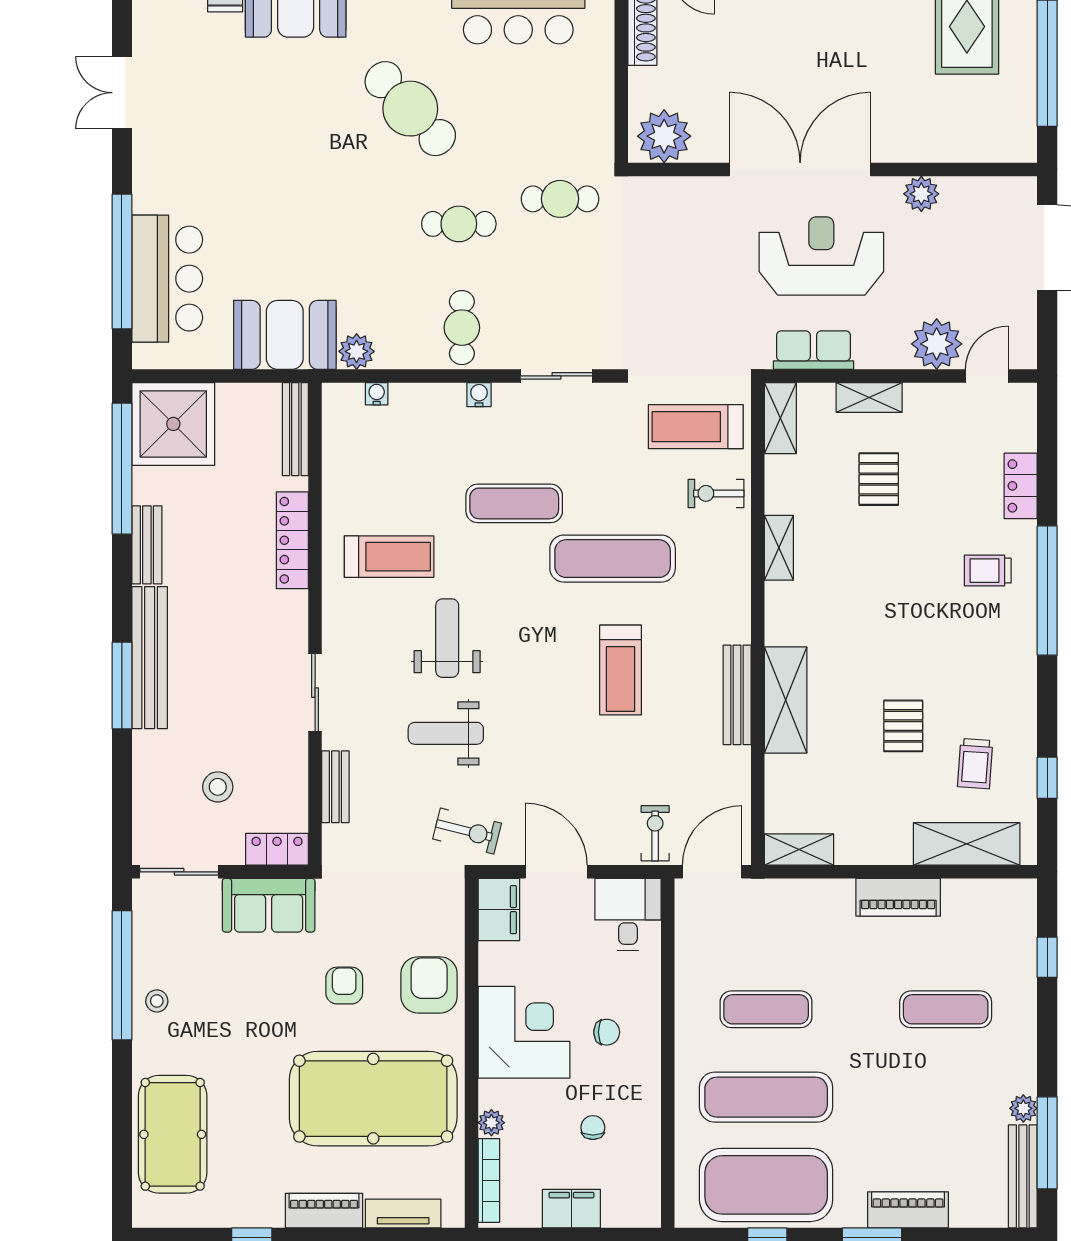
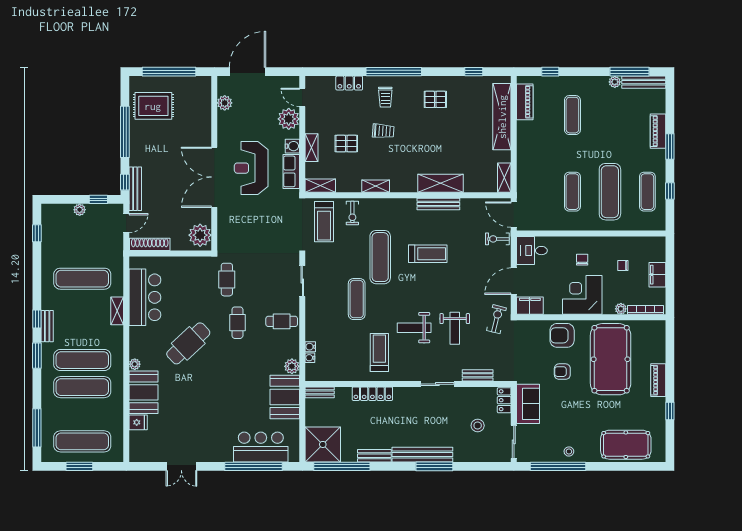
plant: (921, 194) -> (225, 103), moved
water cooler: (873, 353) -> (292, 146), added
water cooler: (479, 395) -> (310, 347), moved
bench: (295, 429) -> (320, 392), width x0.73
pallet: (903, 726) -> (435, 99), moved
trolley: (975, 764) -> (383, 131), moved
shelving: (967, 844) -> (502, 117), width x1.47
piano: (898, 897) -> (525, 102), moved
exercise mat: (766, 1185) -> (647, 192), width x0.50, depth x0.69
tv unit: (403, 1214) -> (660, 346), removed

